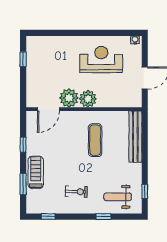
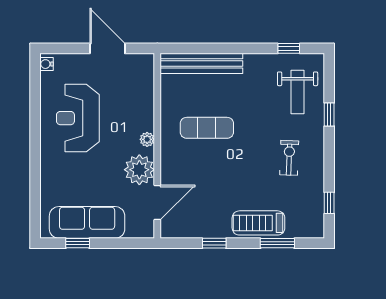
sofa: (36, 65) -> (87, 222), added
plant: (88, 99) -> (147, 139), width x0.53, depth x0.53
door: (48, 109) -> (157, 203), hinge flipped

